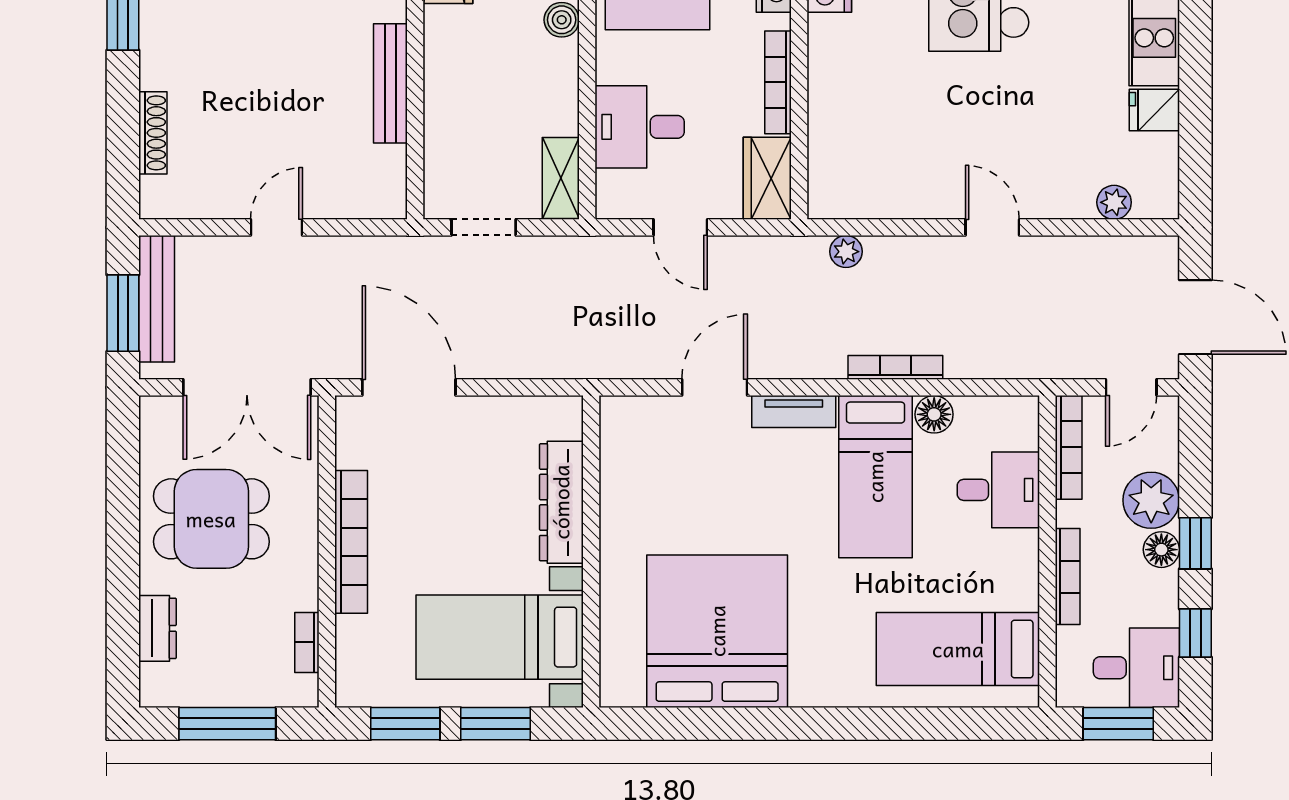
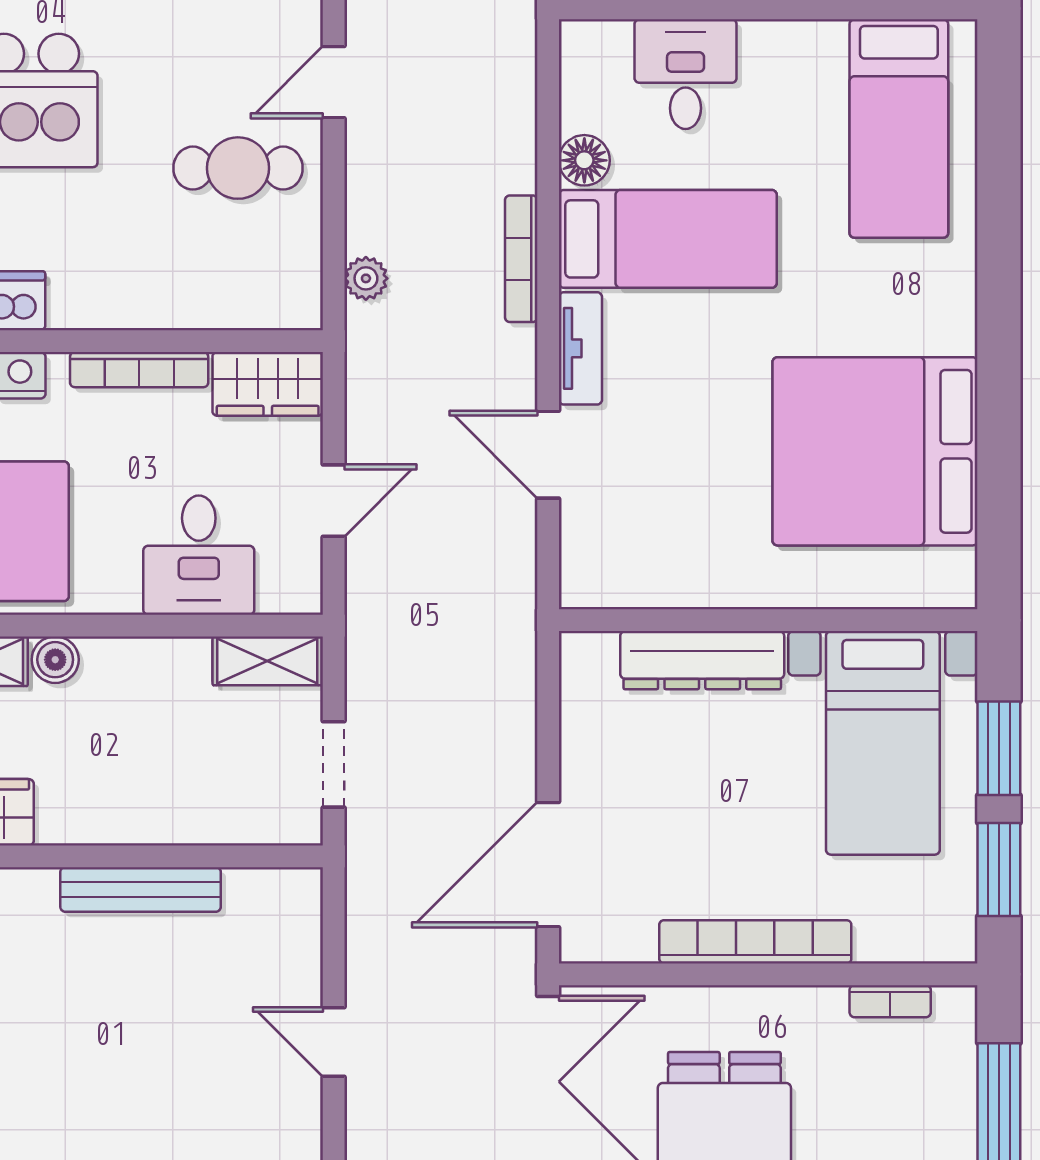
cafe table: (928, 156) -> (238, 168), added
bookcase: (895, 367) -> (521, 259), moved

